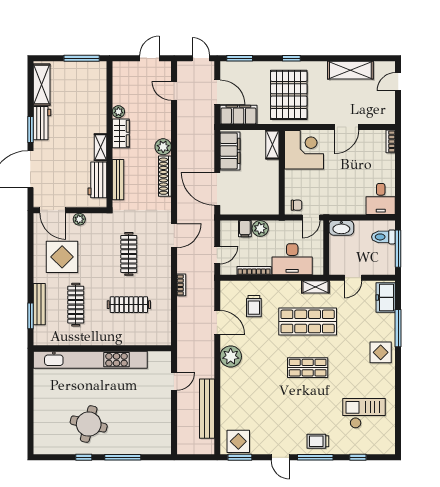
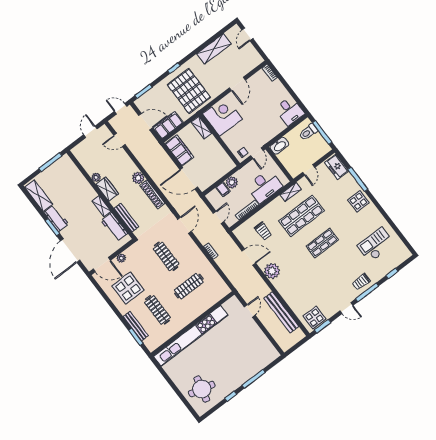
round table: (89, 424) -> (202, 389), moved

